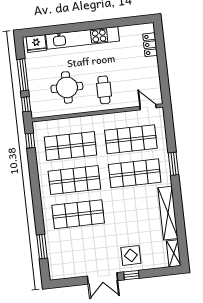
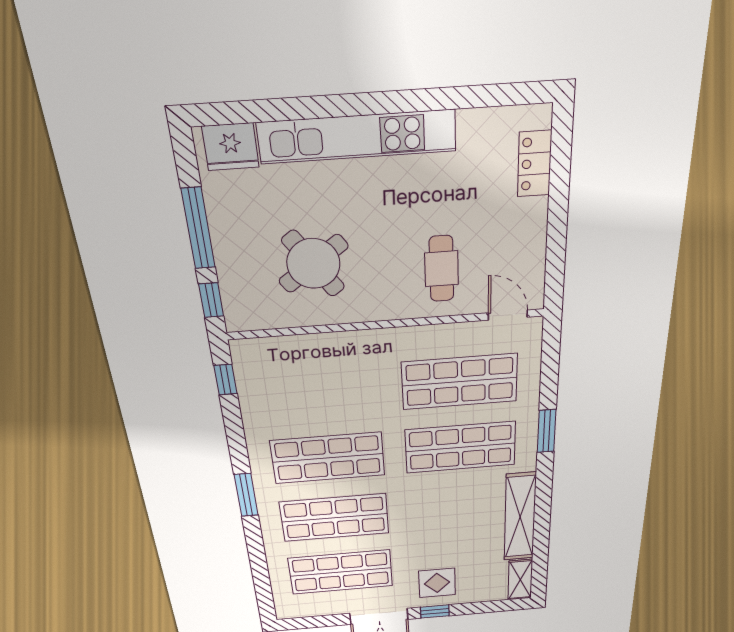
round table: (67, 87) -> (313, 264), turned -35
cafe table: (104, 90) -> (442, 269), moved
shop shelf: (71, 146) -> (341, 572), moved
window: (42, 247) -> (246, 495), moved

